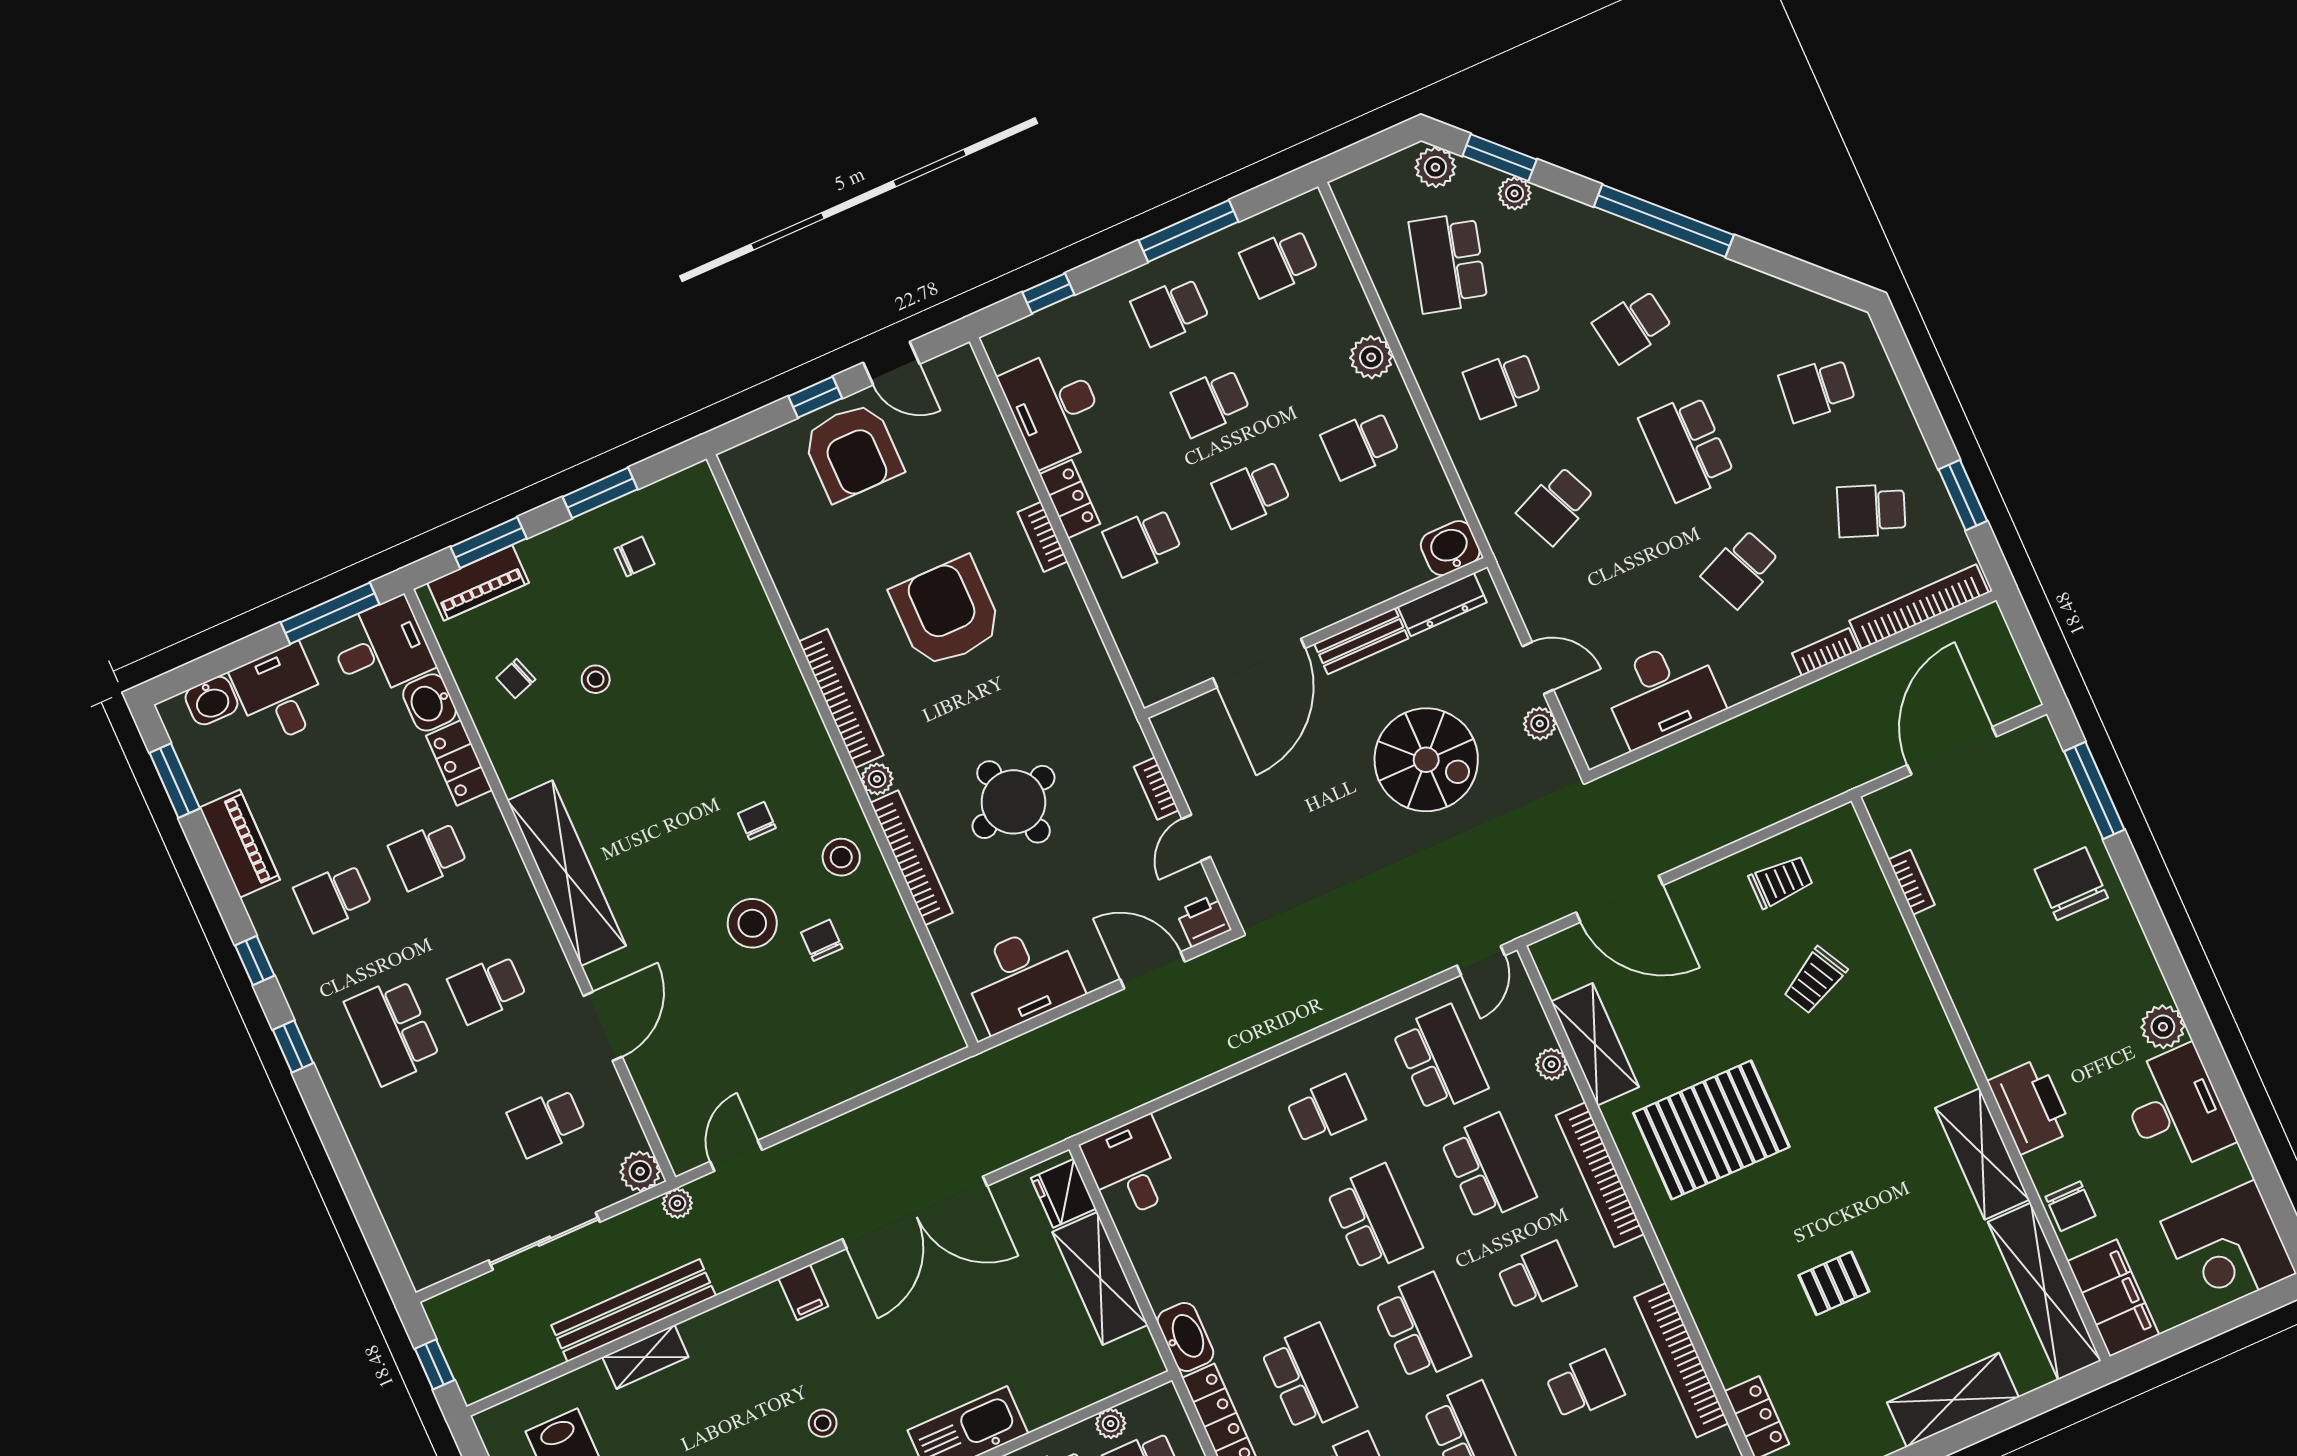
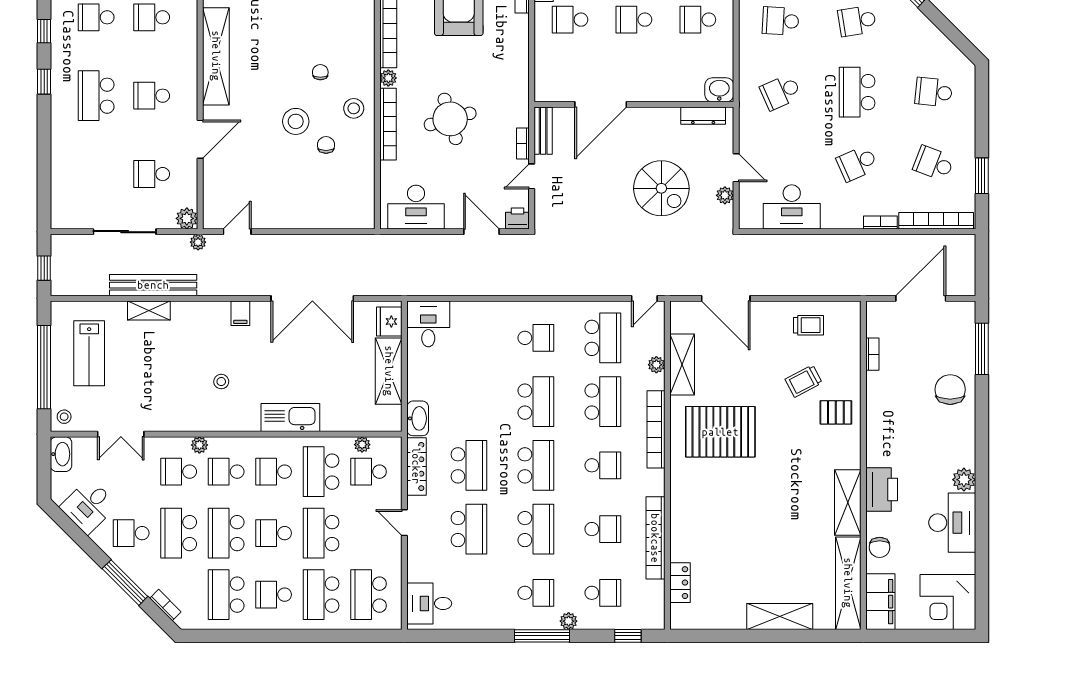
bench: (1361, 641) -> (543, 131), moved, turned 90
pallet: (1834, 1283) -> (836, 412), moved

